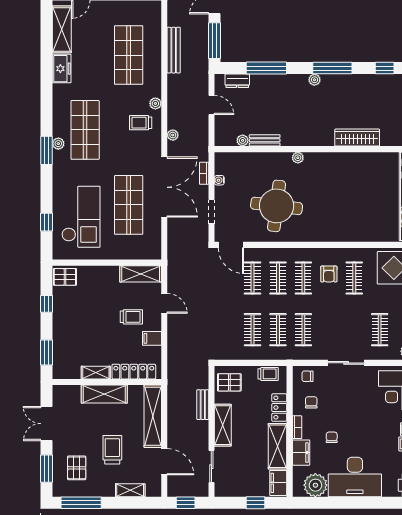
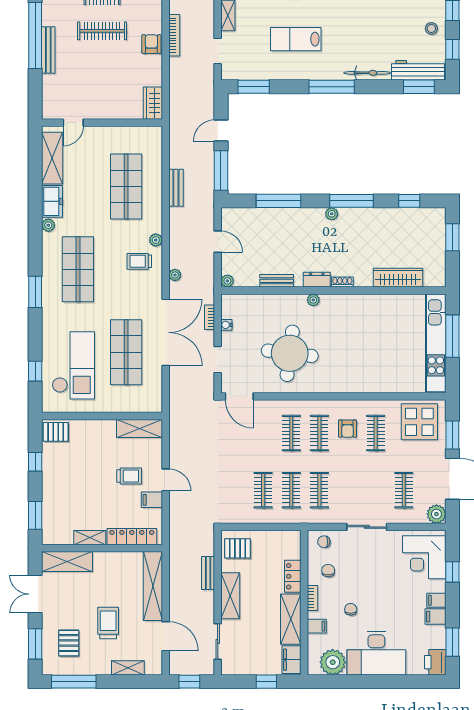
bench: (174, 50) -> (176, 188), width x0.73
dresser: (237, 81) -> (317, 280), moved, turned 180
wardrobe: (357, 138) -> (398, 278), moved
plant: (243, 140) -> (227, 281), moved
shoe rack: (324, 141) -> (342, 282), added
plant: (58, 144) -> (48, 225), moved
clothes rail: (253, 278) -> (263, 433), removed
door: (164, 303) -> (166, 480), moved
trolley: (268, 374) -> (280, 539), removed
shelving: (104, 394) -> (67, 561), moved
filing cabinet: (301, 453) -> (317, 626), width x0.50

